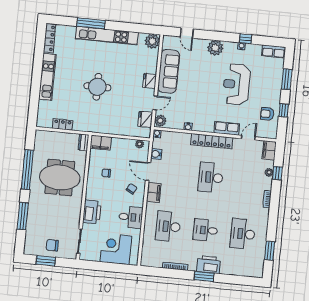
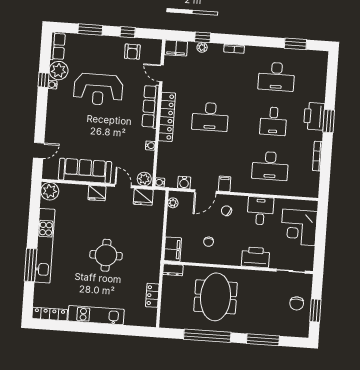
plant: (215, 48) -> (59, 71), moved
row of seats: (227, 128) -> (151, 106), width x1.48
filing cabinet: (154, 193) -> (225, 184), width x0.50

